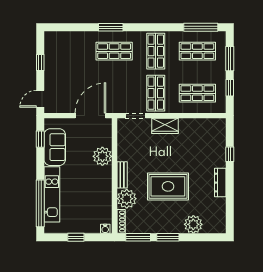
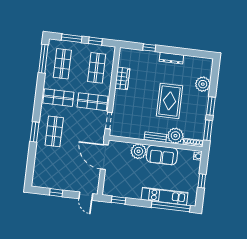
wardrobe: (165, 126) -> (122, 78), moved
sofa: (55, 147) -> (162, 155), moved, turned 180

